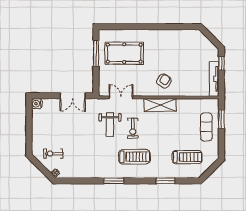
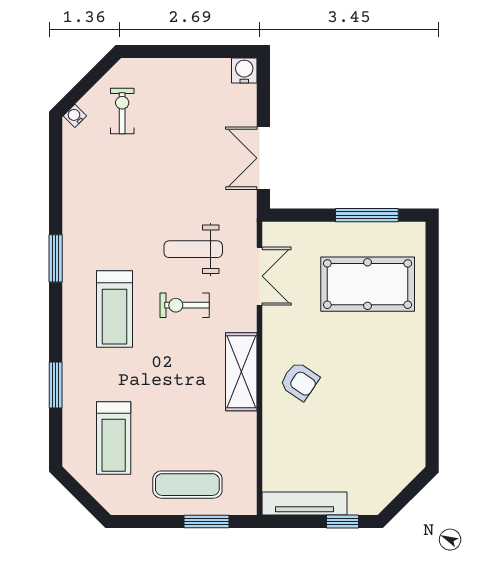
pool table: (124, 53) -> (368, 284), turned 90

